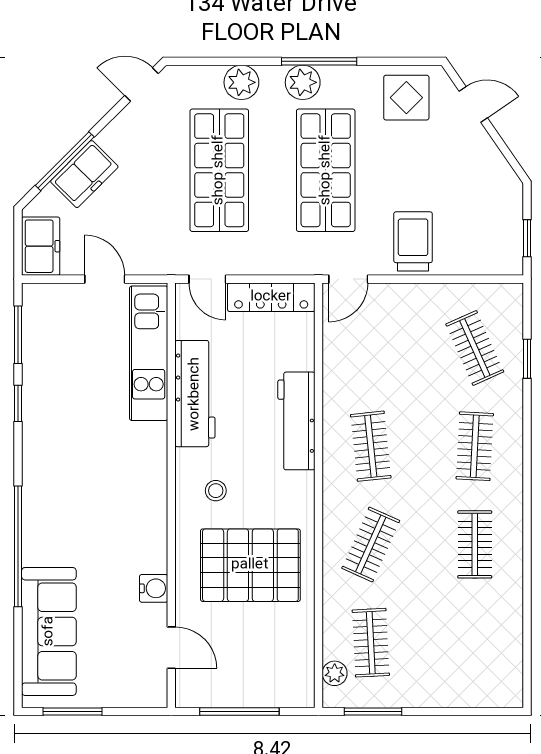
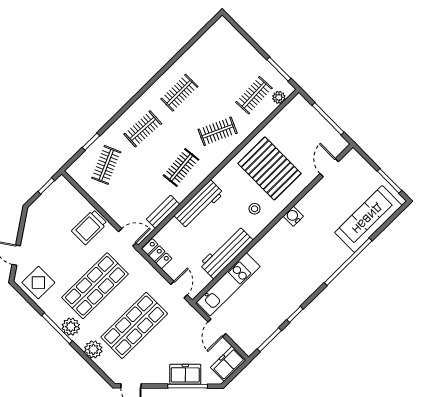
locker: (271, 297) -> (157, 254), width x0.66
bench: (335, 362) -> (163, 212), added
water cooler: (154, 588) -> (293, 216), moved

